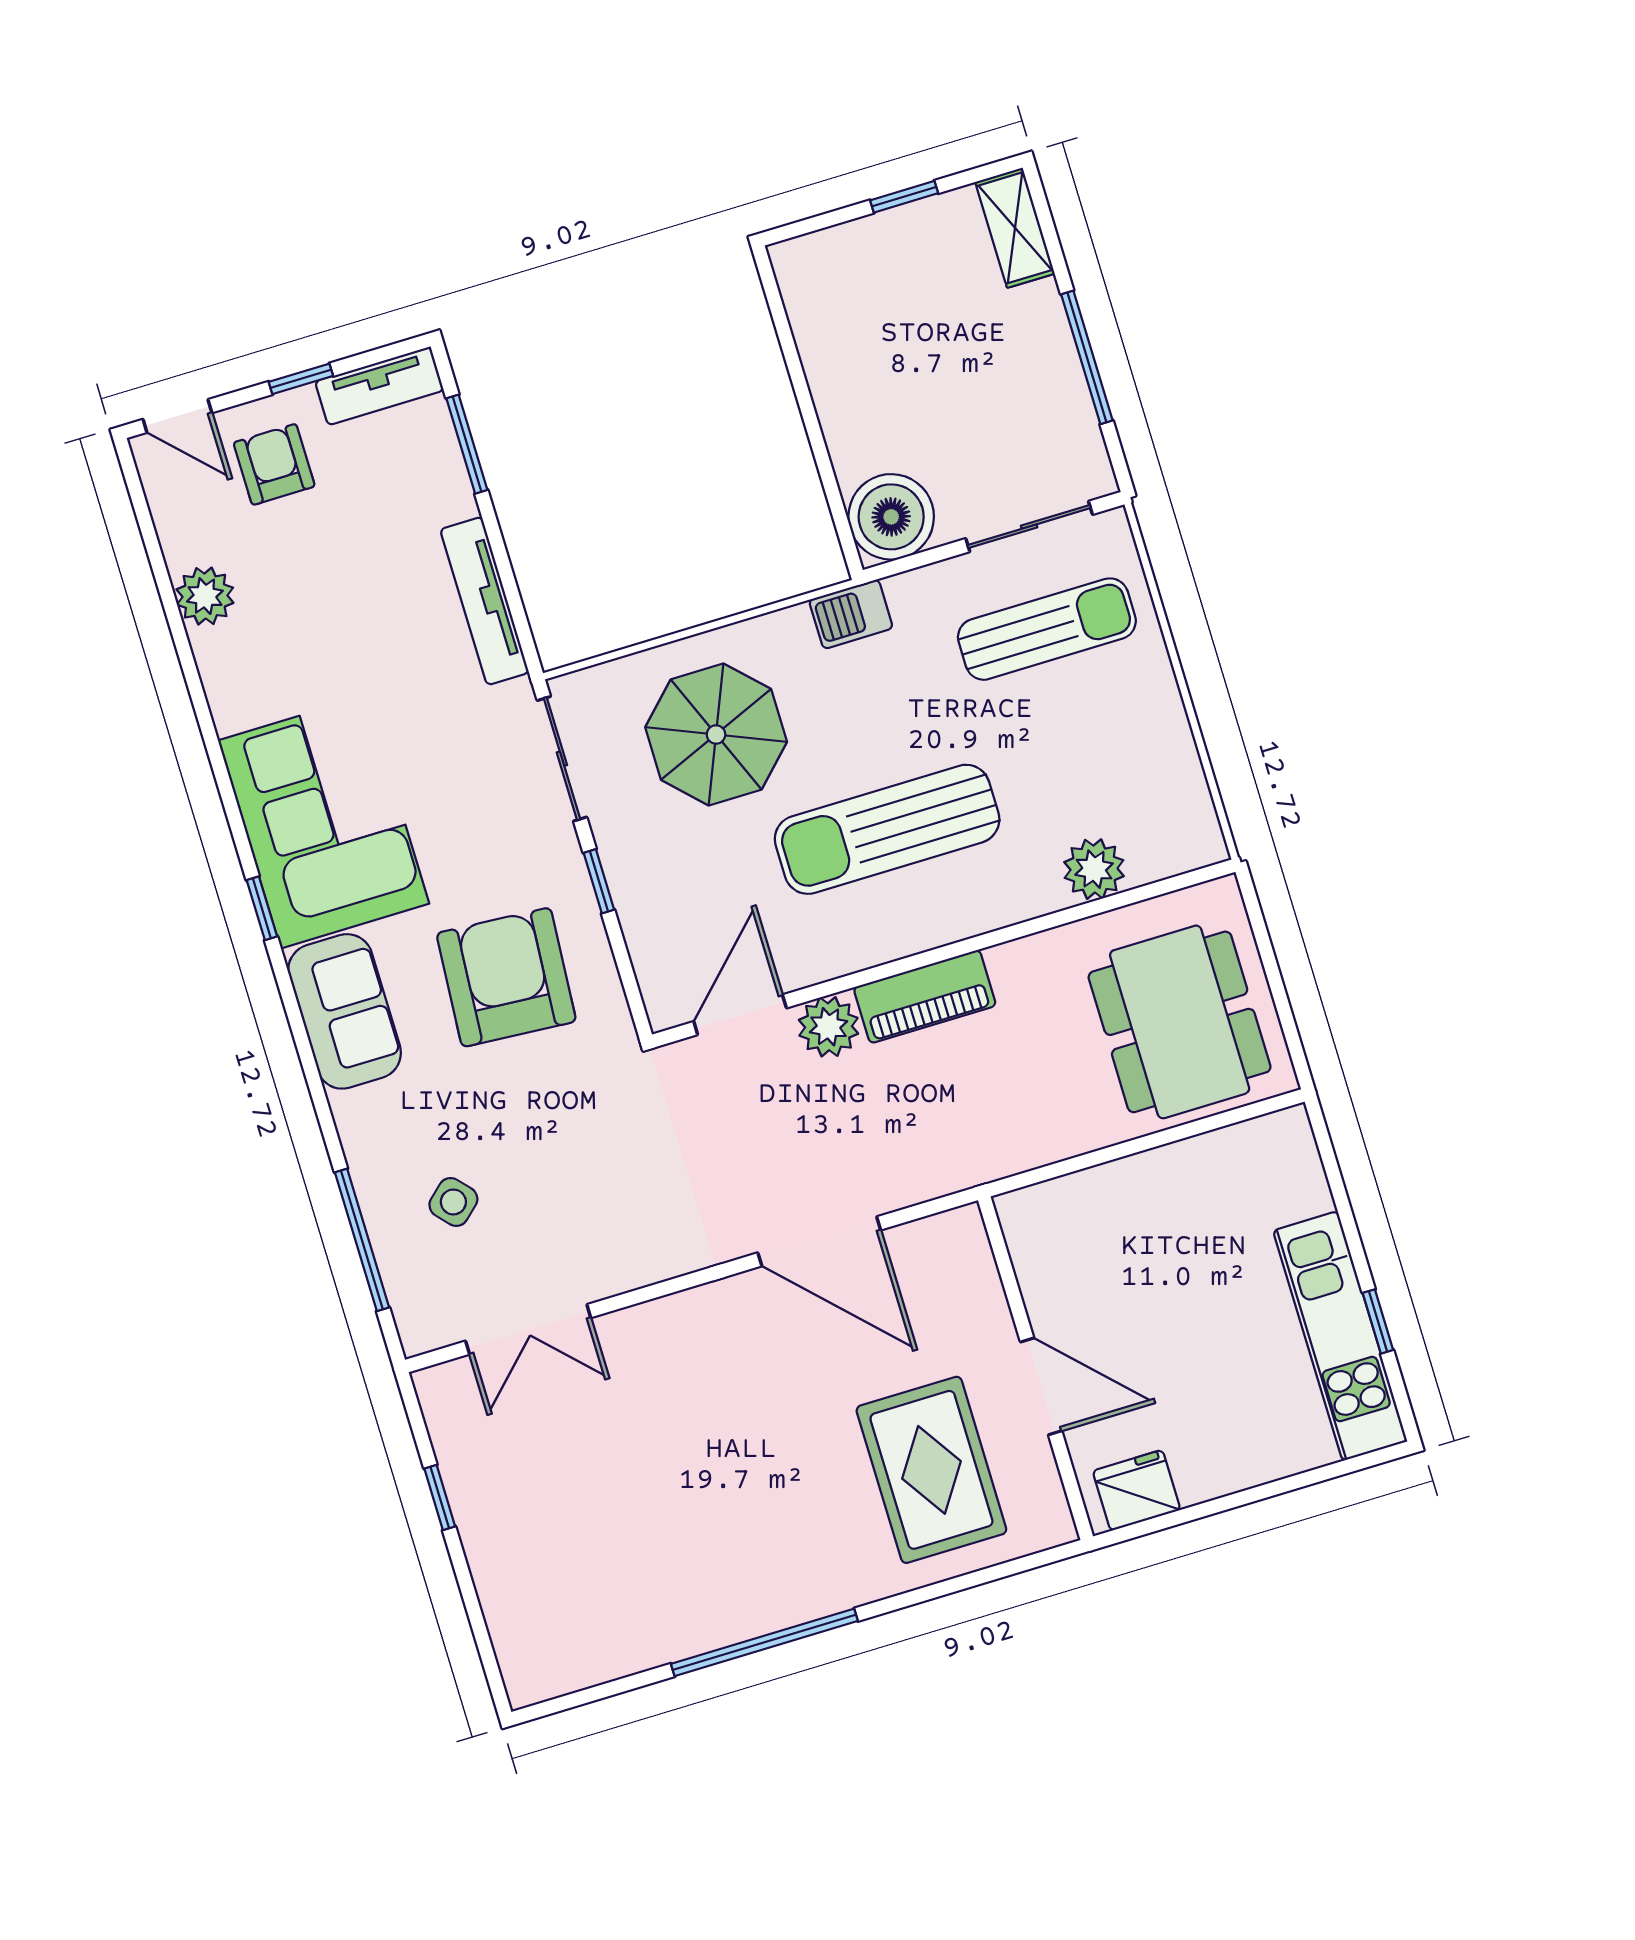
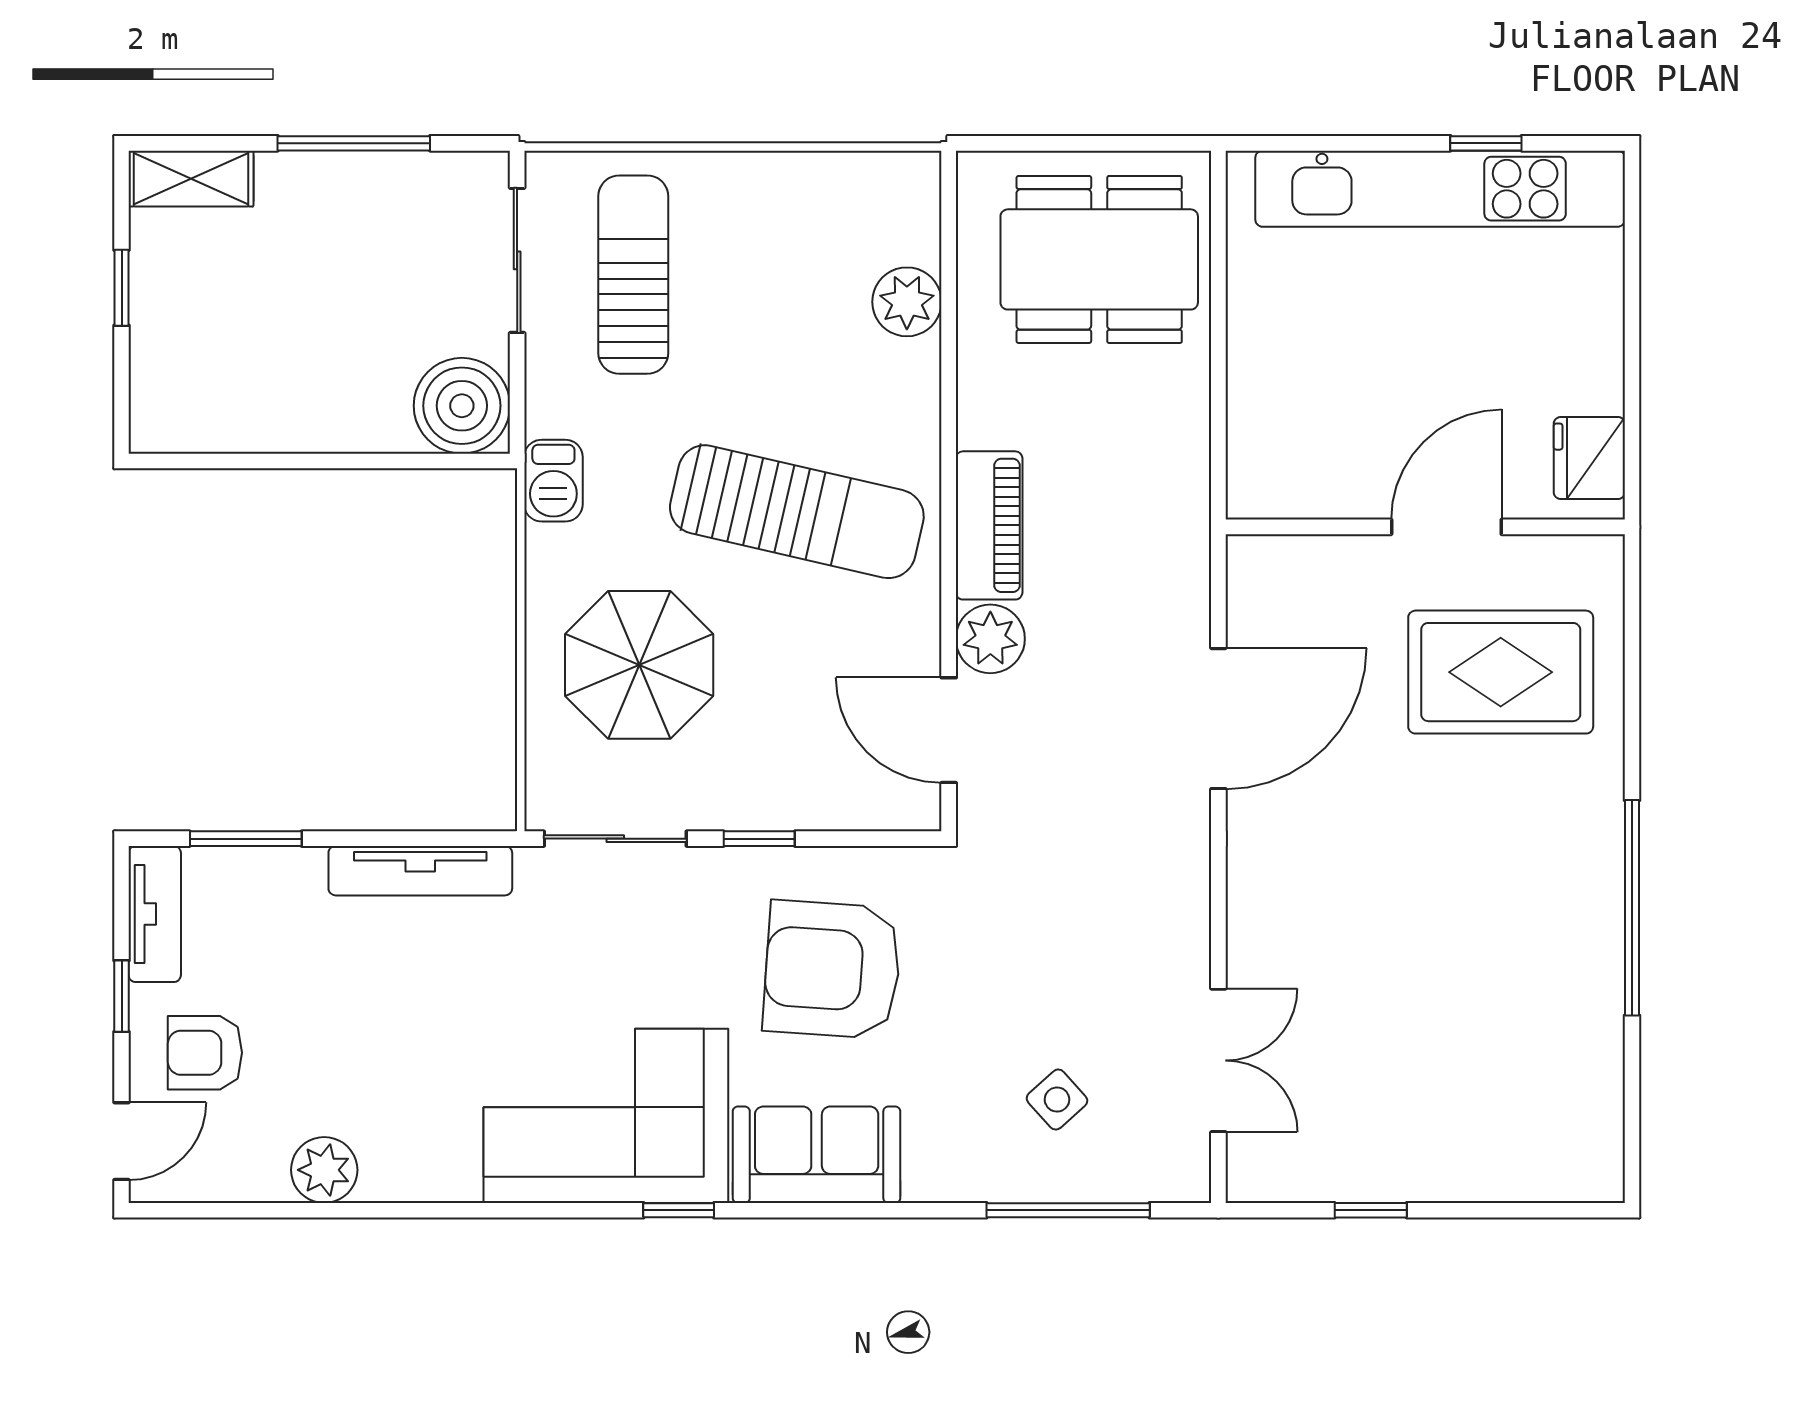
sun lounger: (887, 829) -> (797, 512), turned -77
kitchen unit: (1340, 1336) -> (1440, 189), width x1.36

